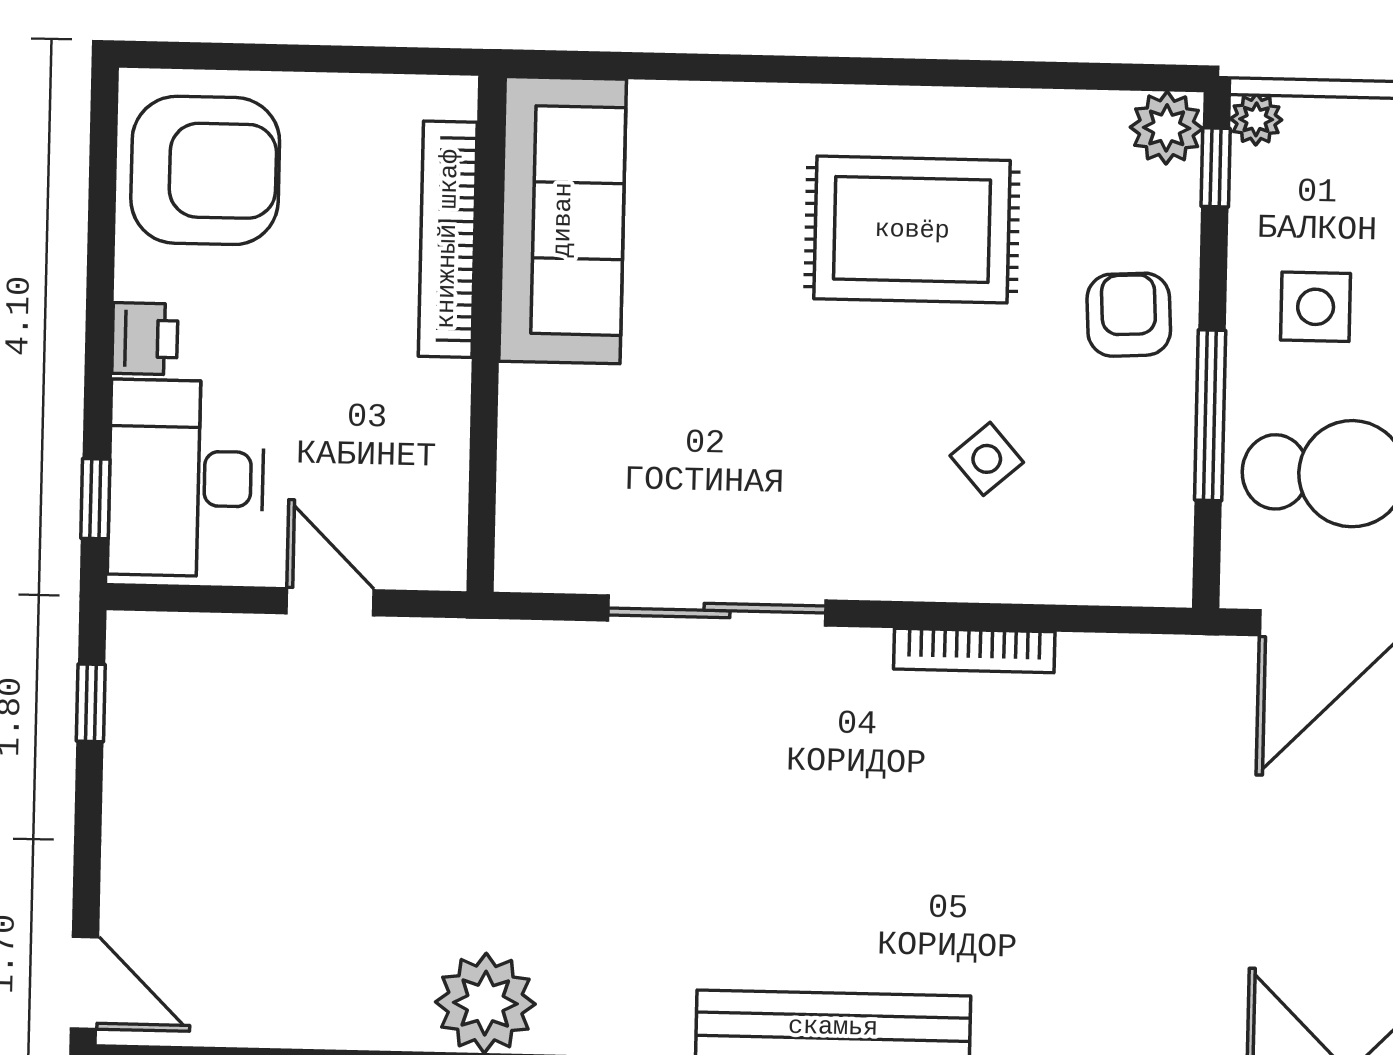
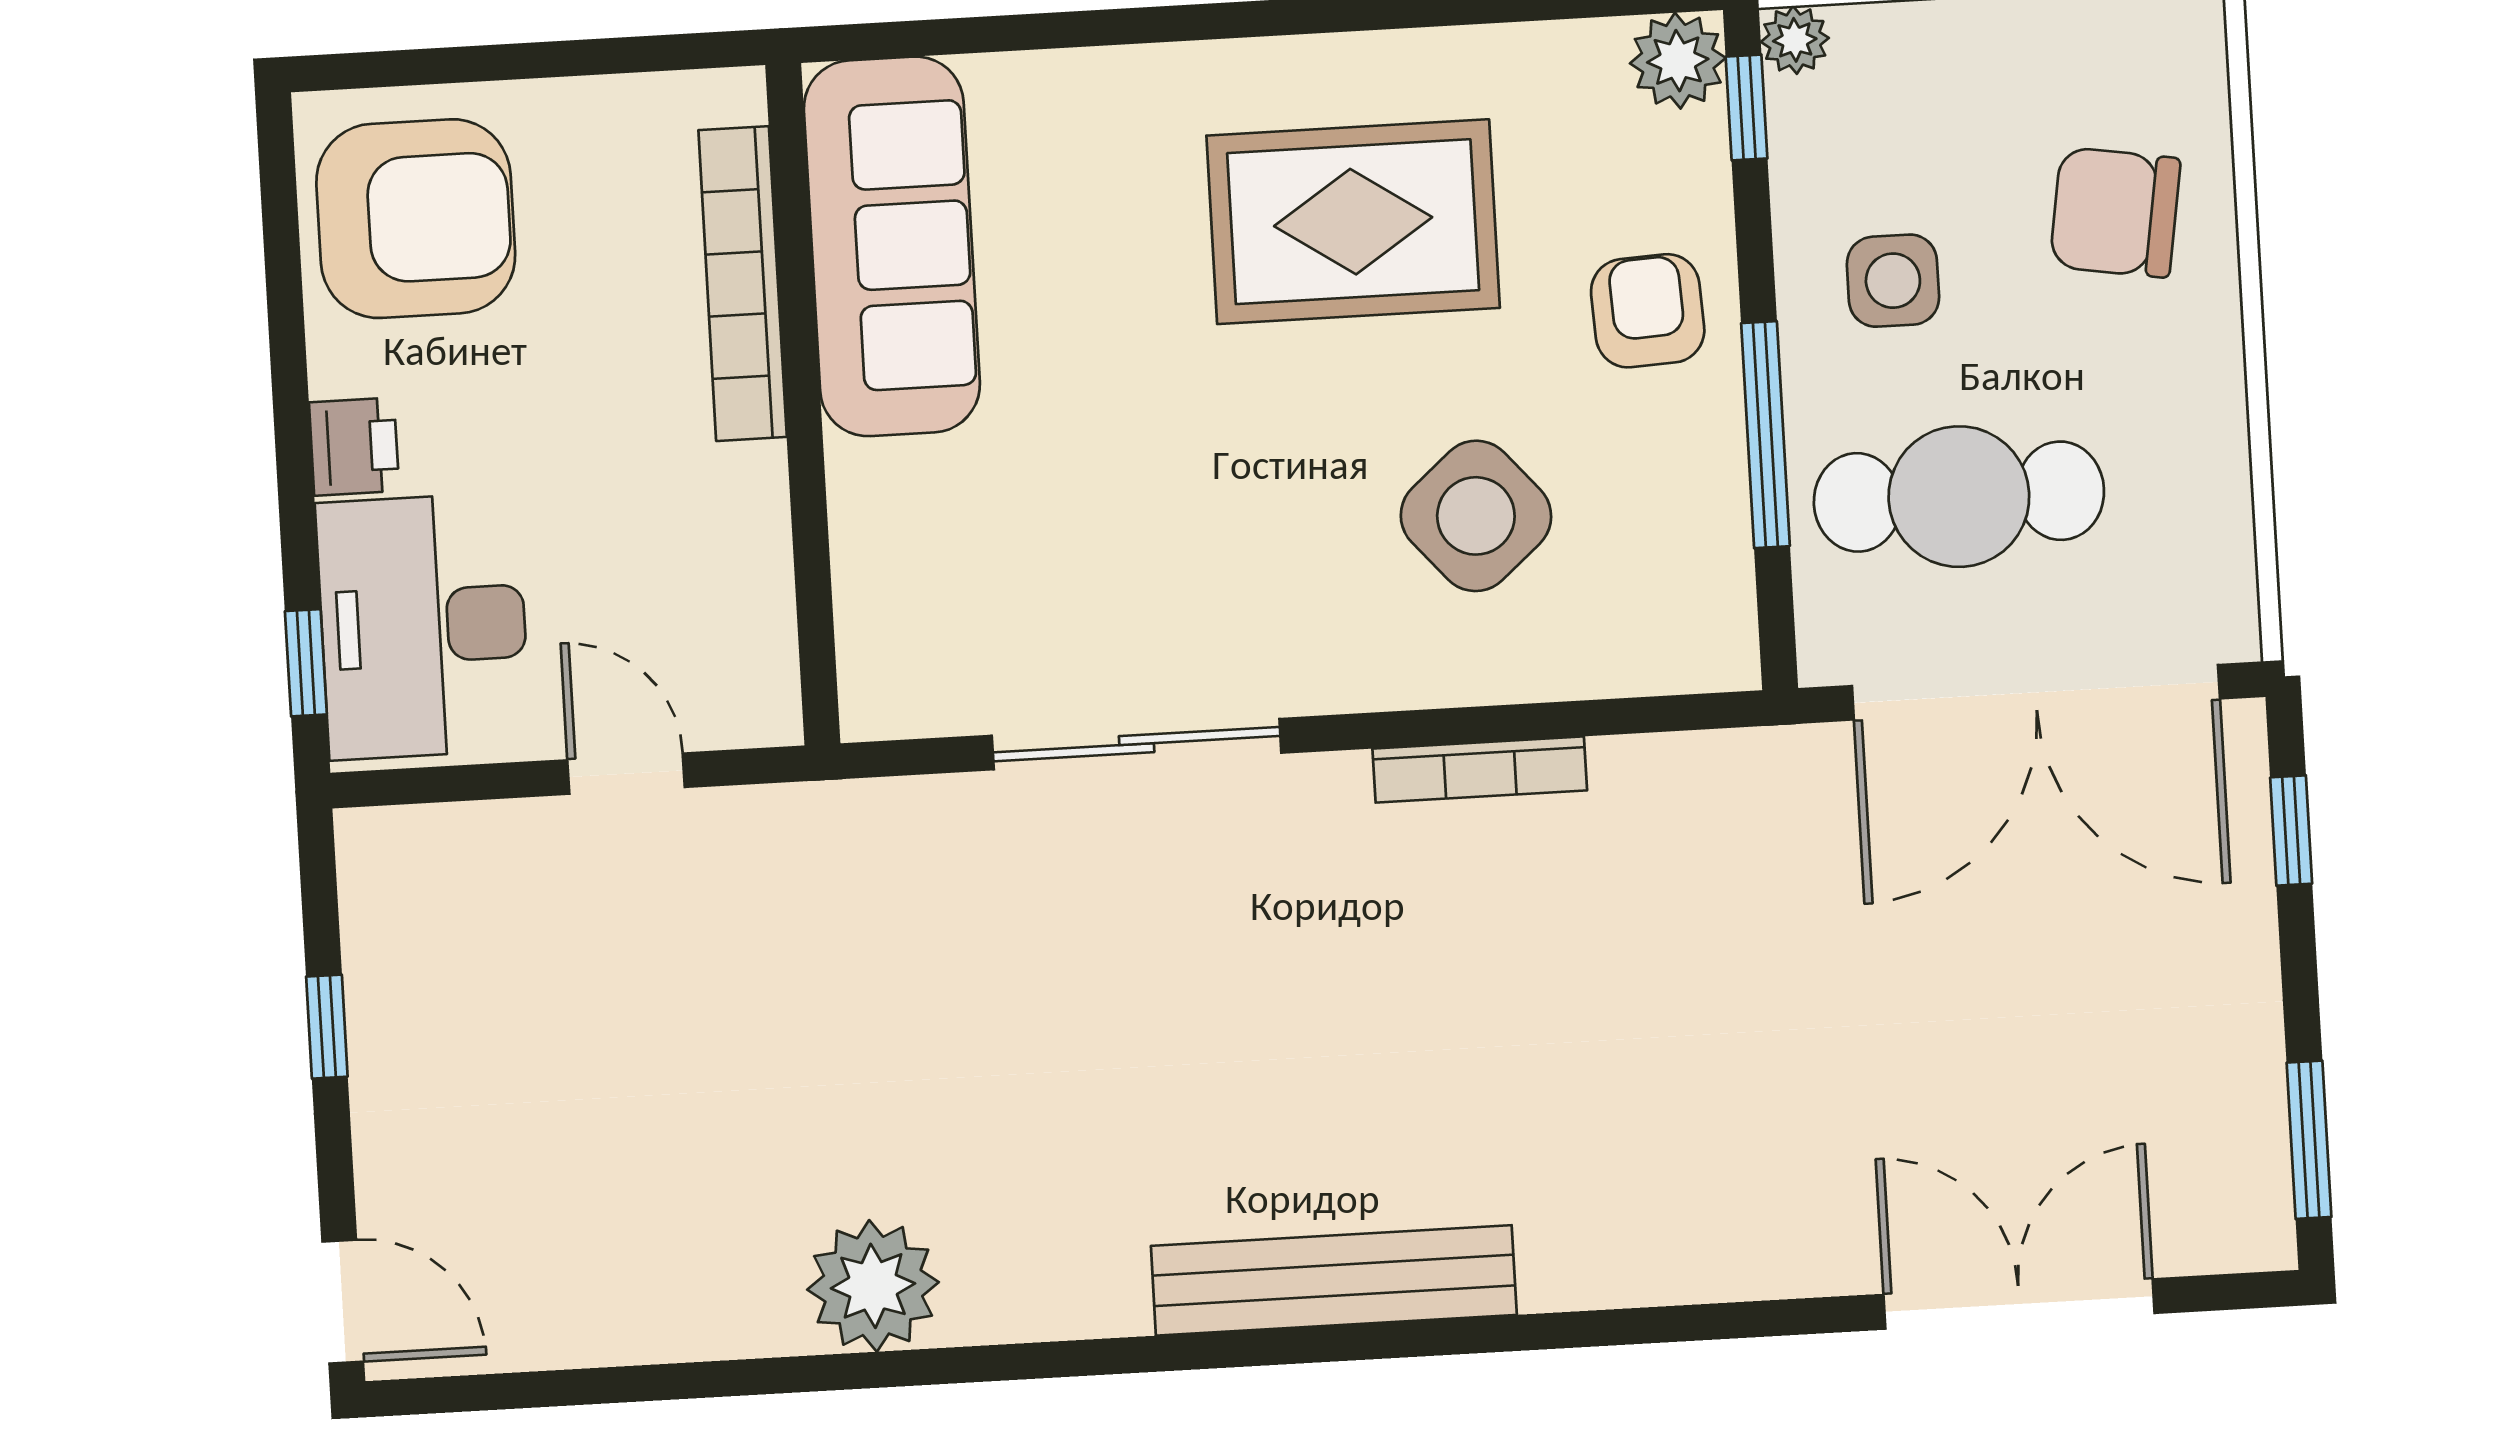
side table: (987, 459) -> (1476, 516), width x1.87, depth x1.87
window: (91, 703) -> (327, 1027), moved

